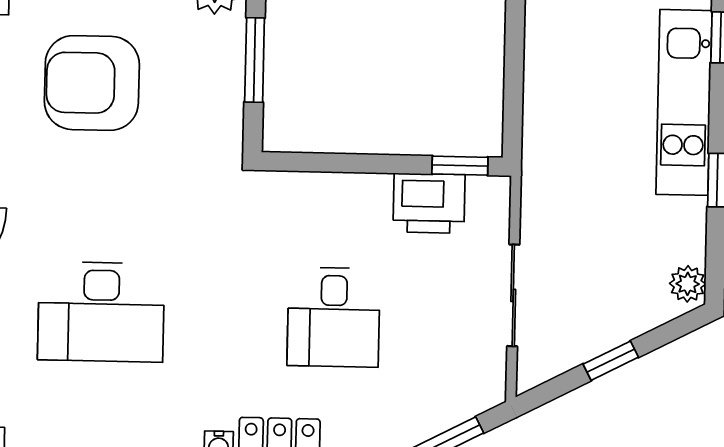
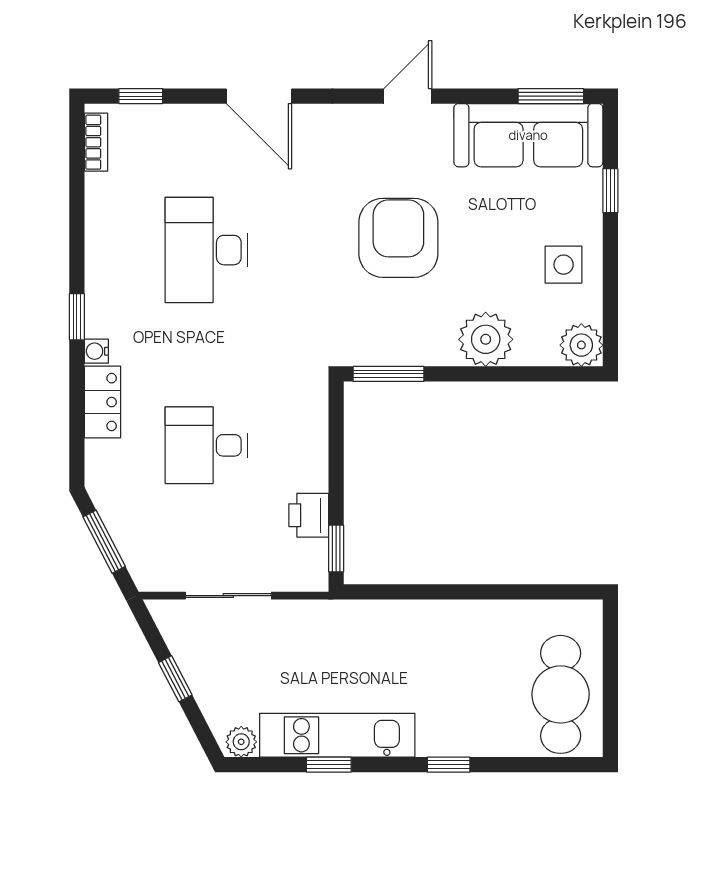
window: (255, 60) -> (389, 374), moved
kitchen unit: (684, 102) -> (337, 735), moved
printer: (429, 203) -> (309, 515), width x0.73, depth x0.81

